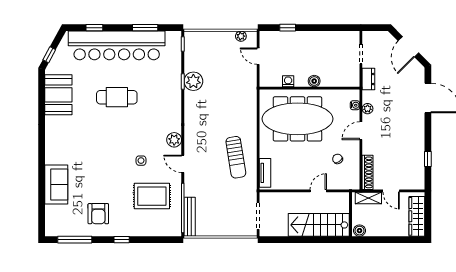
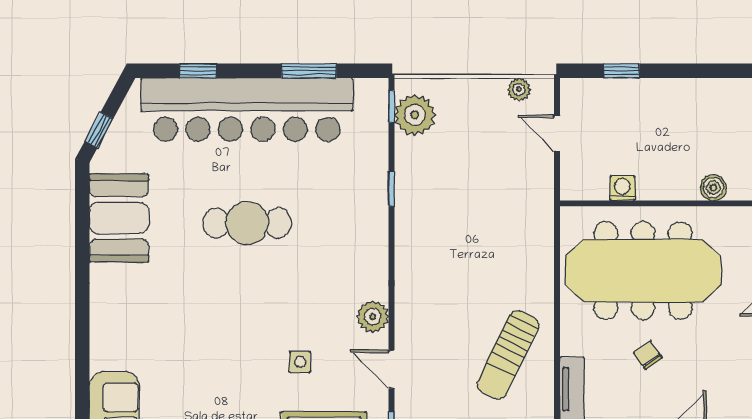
plant: (193, 81) -> (415, 115), moved
boiler: (314, 81) -> (713, 188), moved
sun lounger: (236, 157) -> (508, 355), turned 35
chair: (338, 159) -> (648, 355), moved

